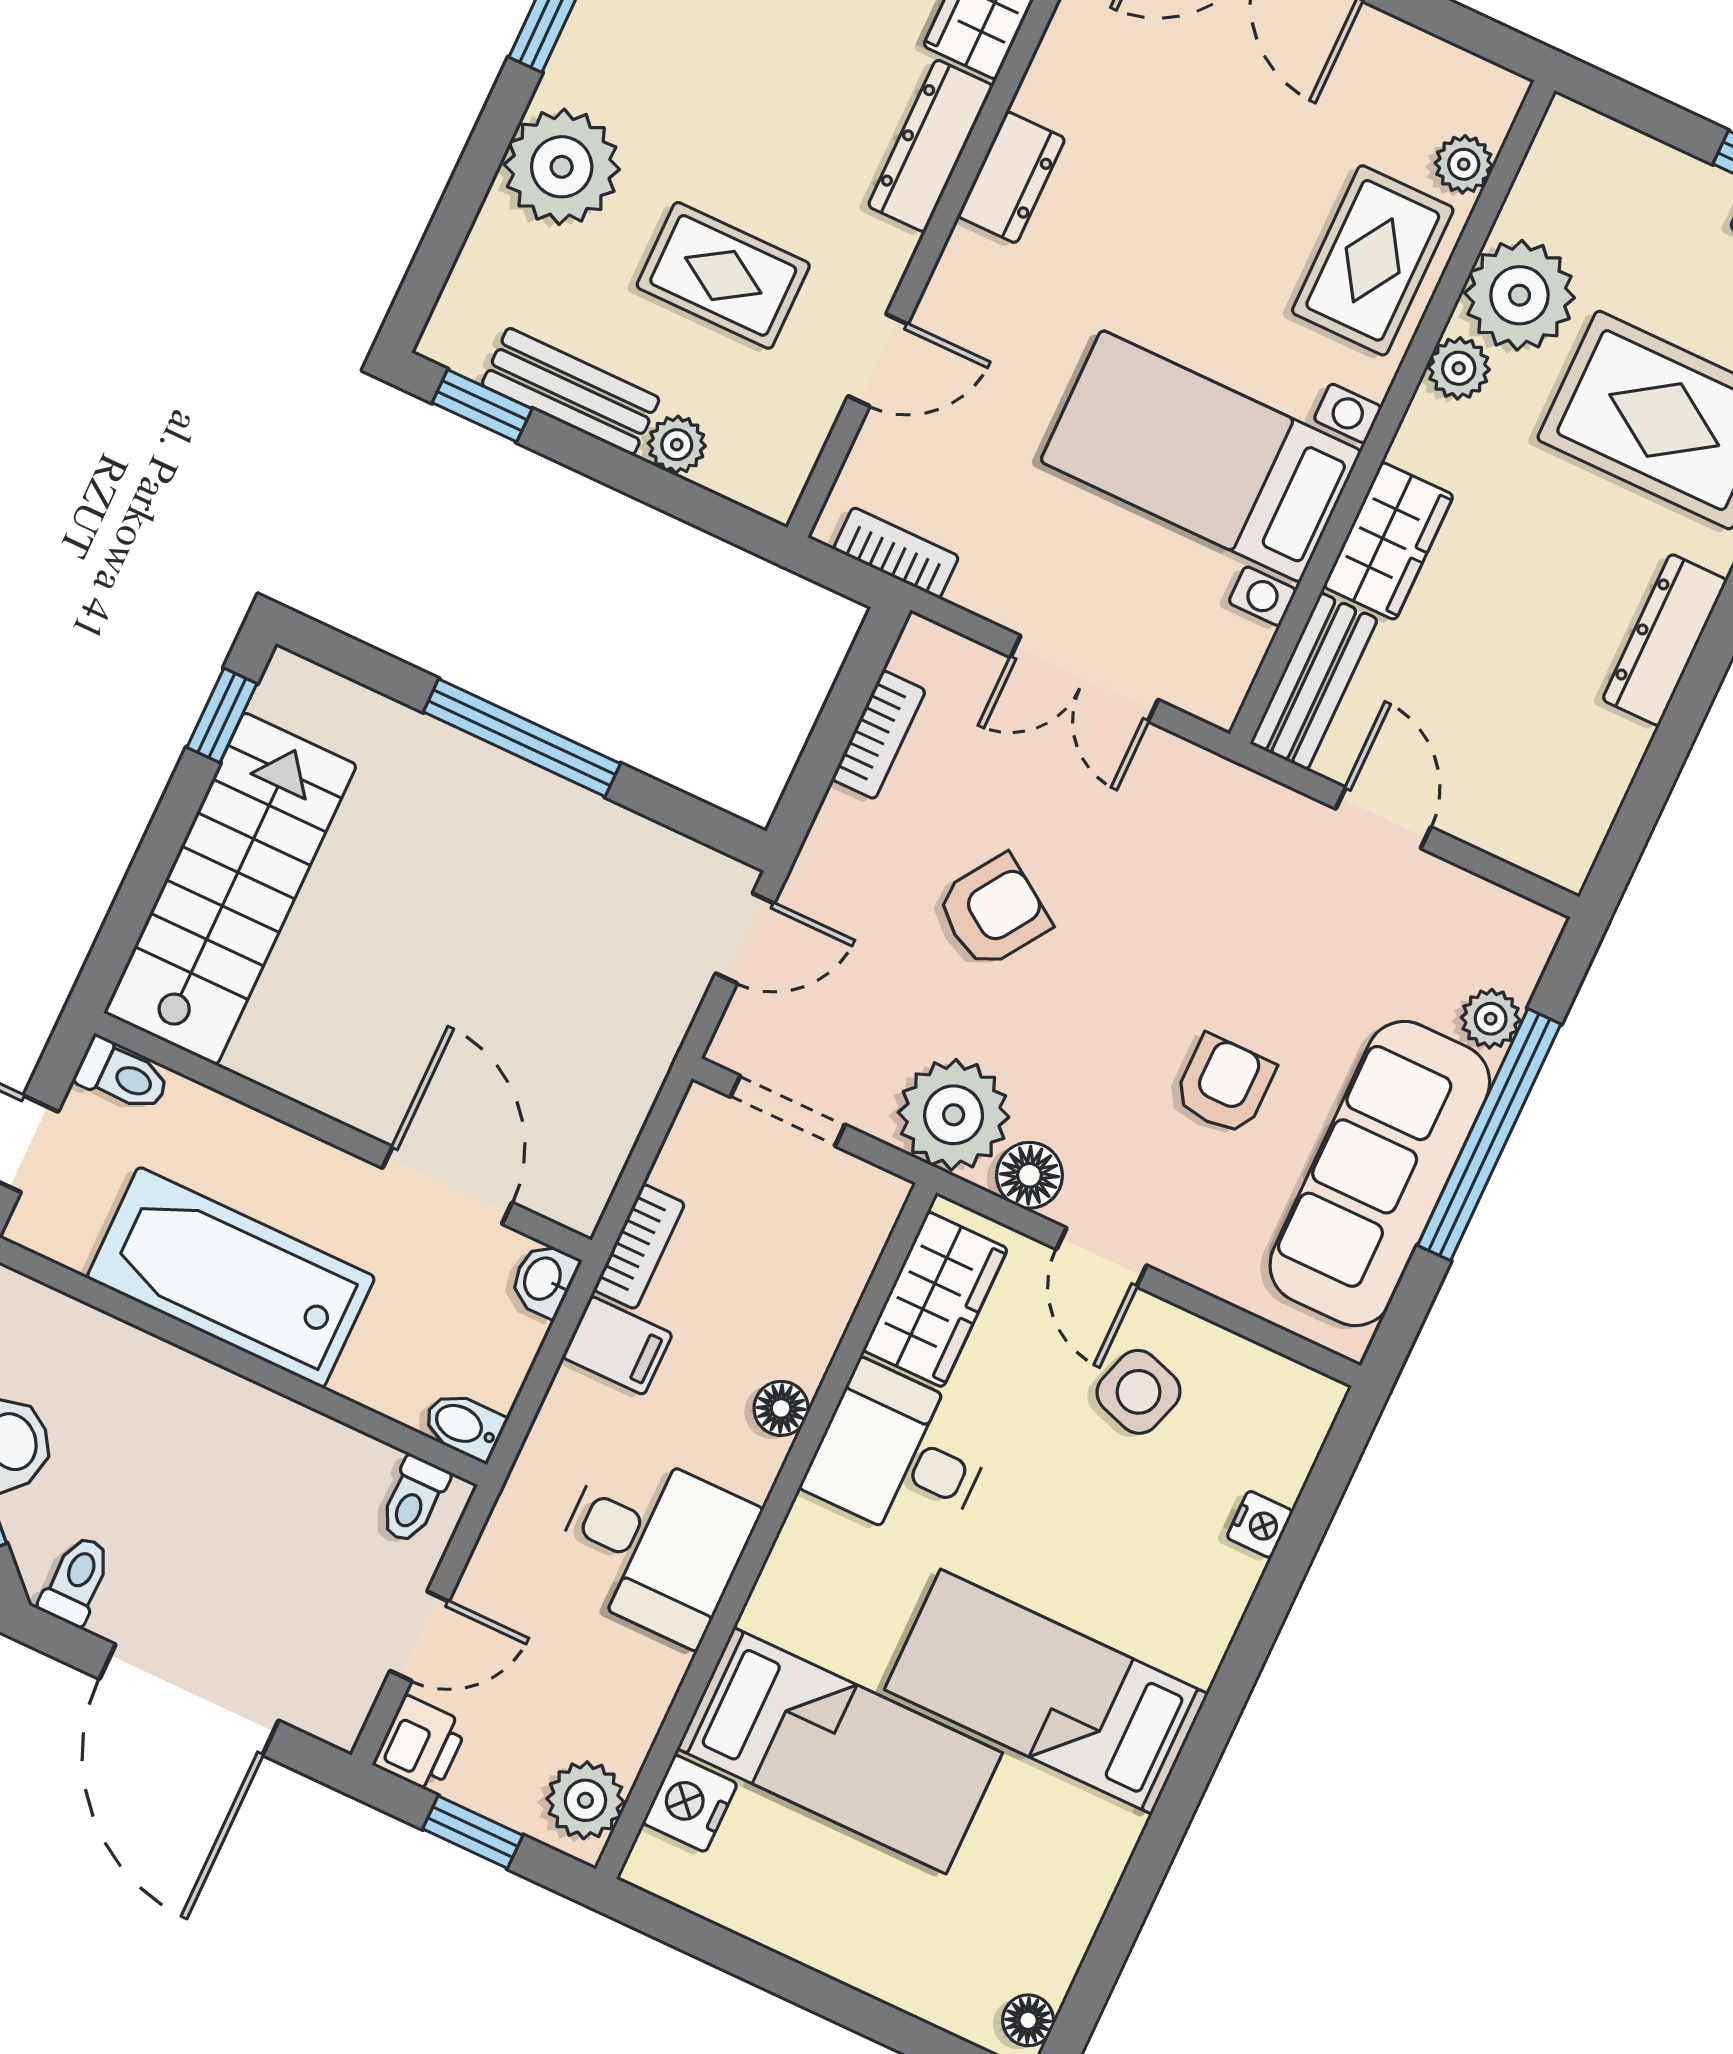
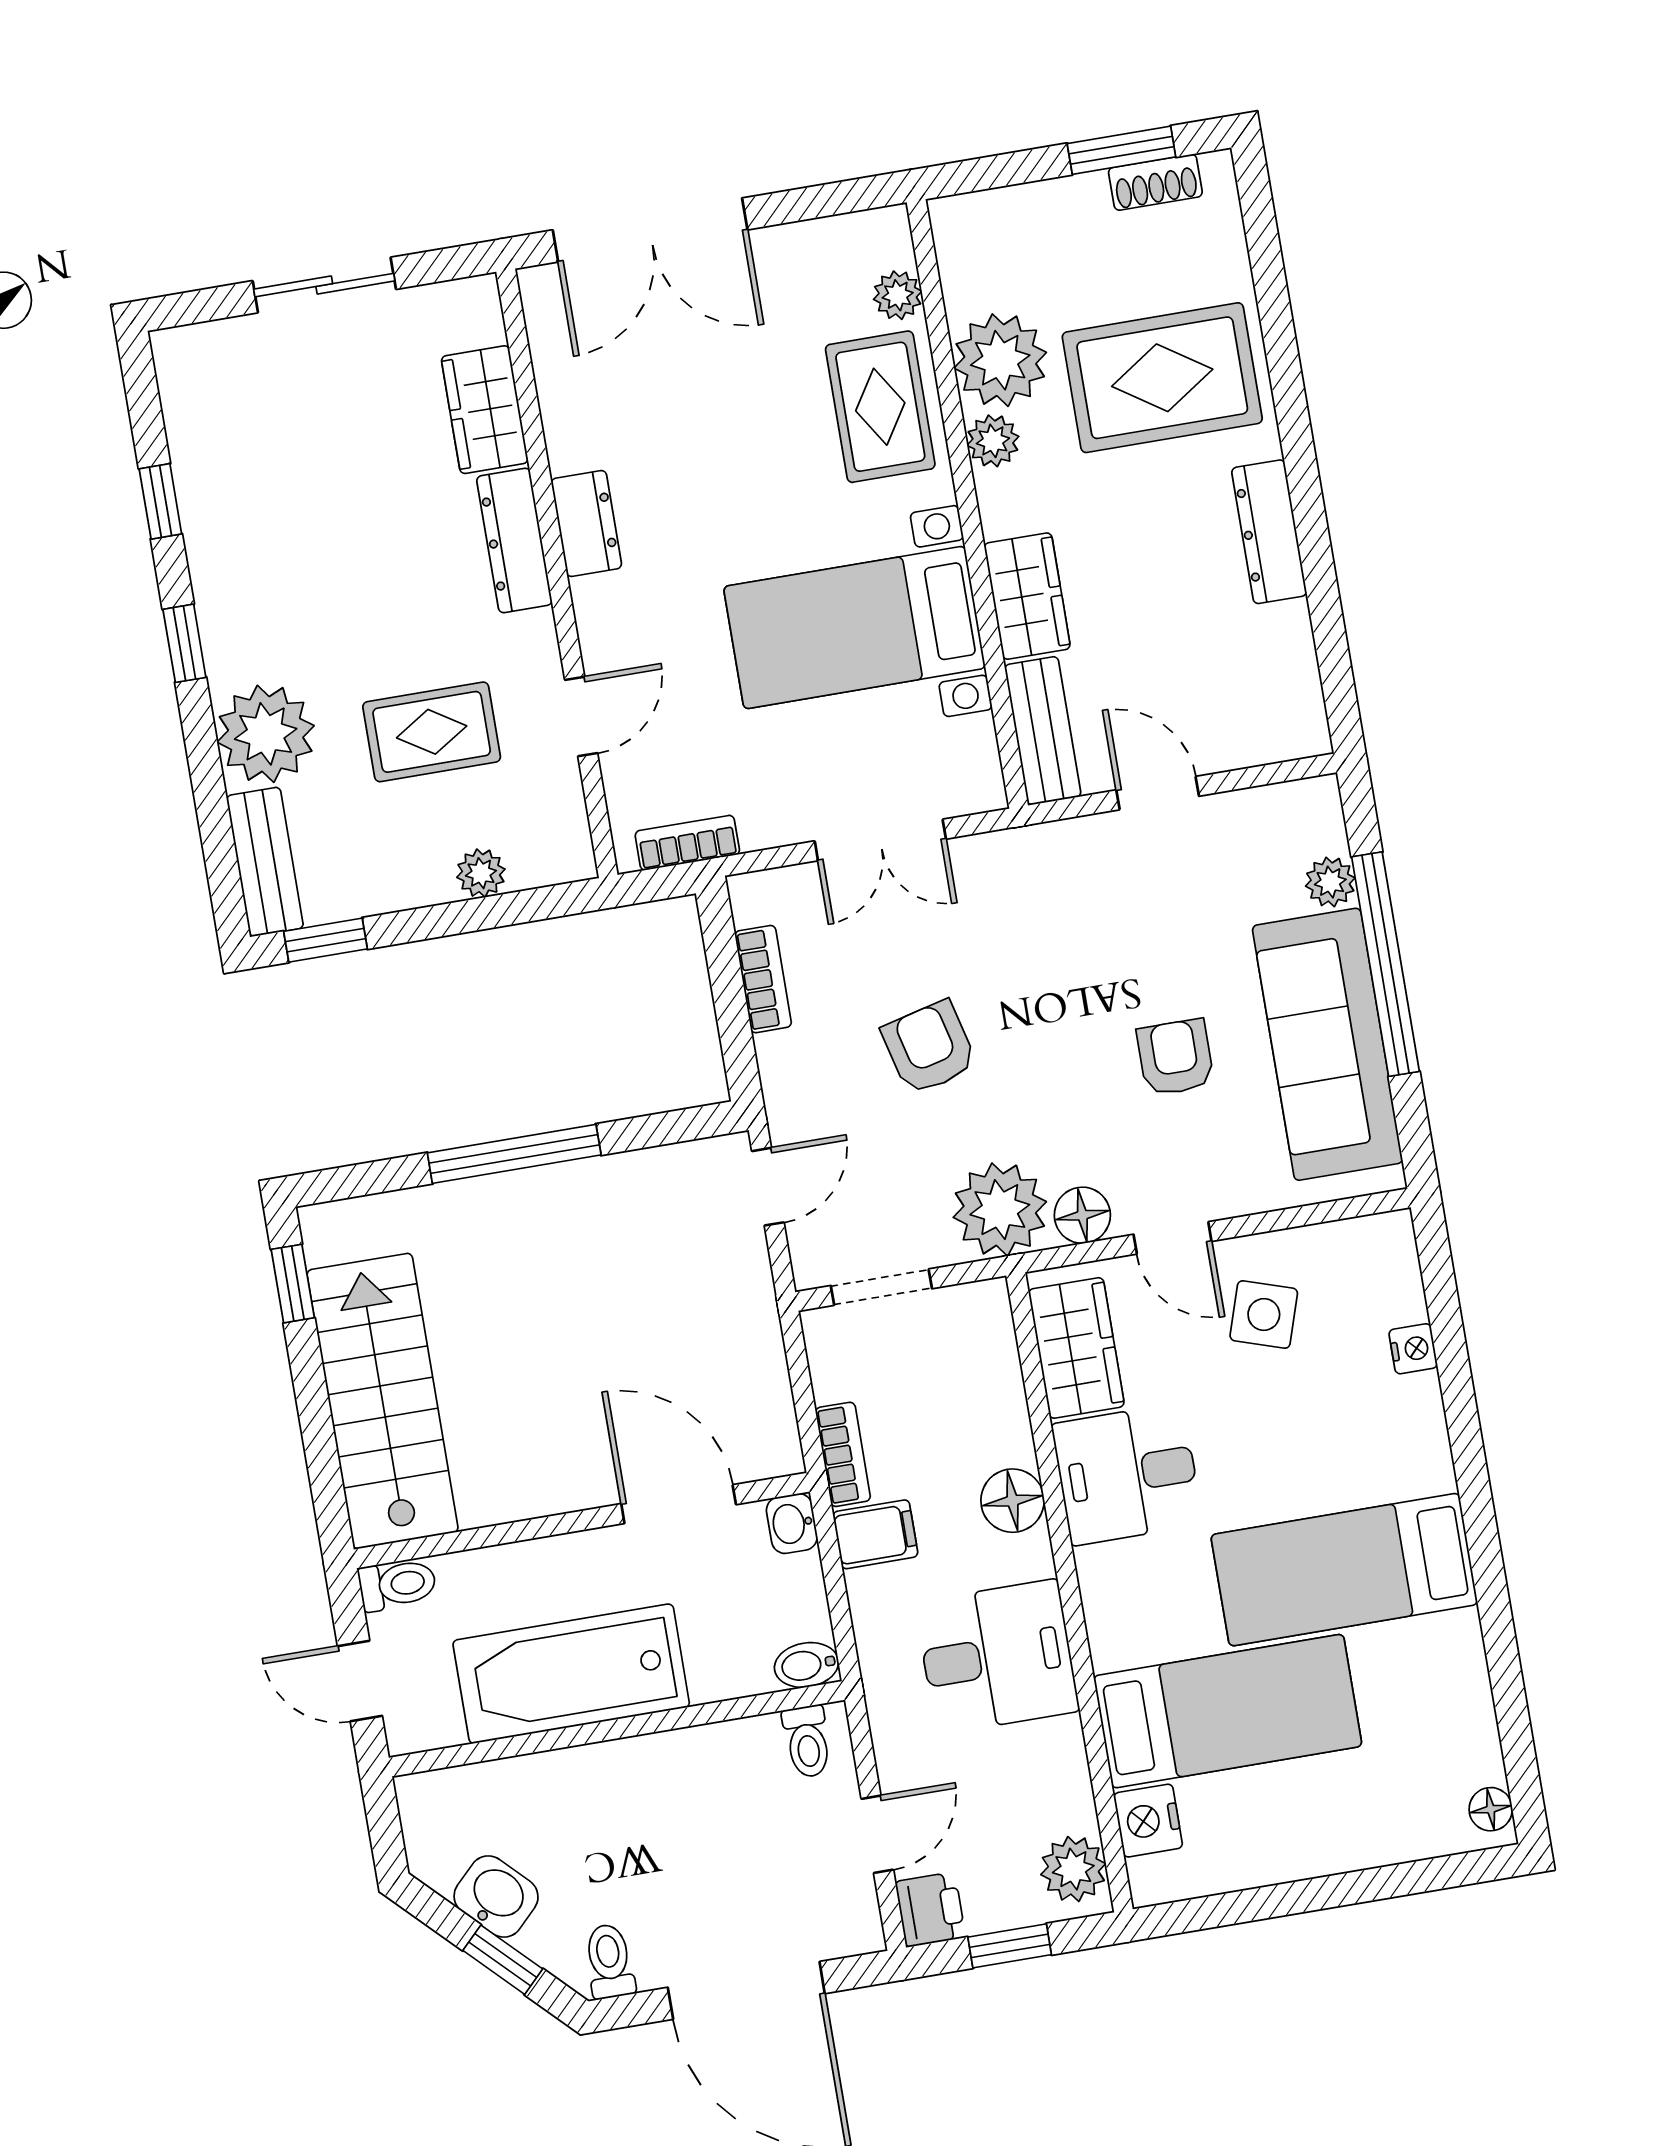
bench: (571, 391) -> (265, 862), moved, turned 90
armchair: (993, 911) -> (929, 1048), turned -48
floor lamp: (781, 1408) -> (1012, 1501), width x1.37, depth x1.37

